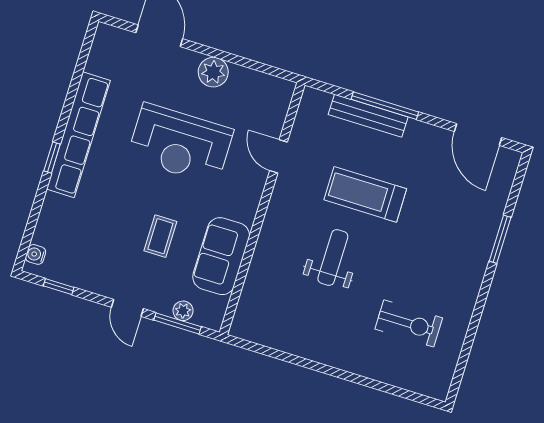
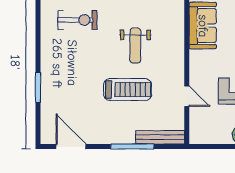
bench: (368, 116) -> (160, 137), moved
exercise bike: (409, 323) -> (77, 20), turned 180

